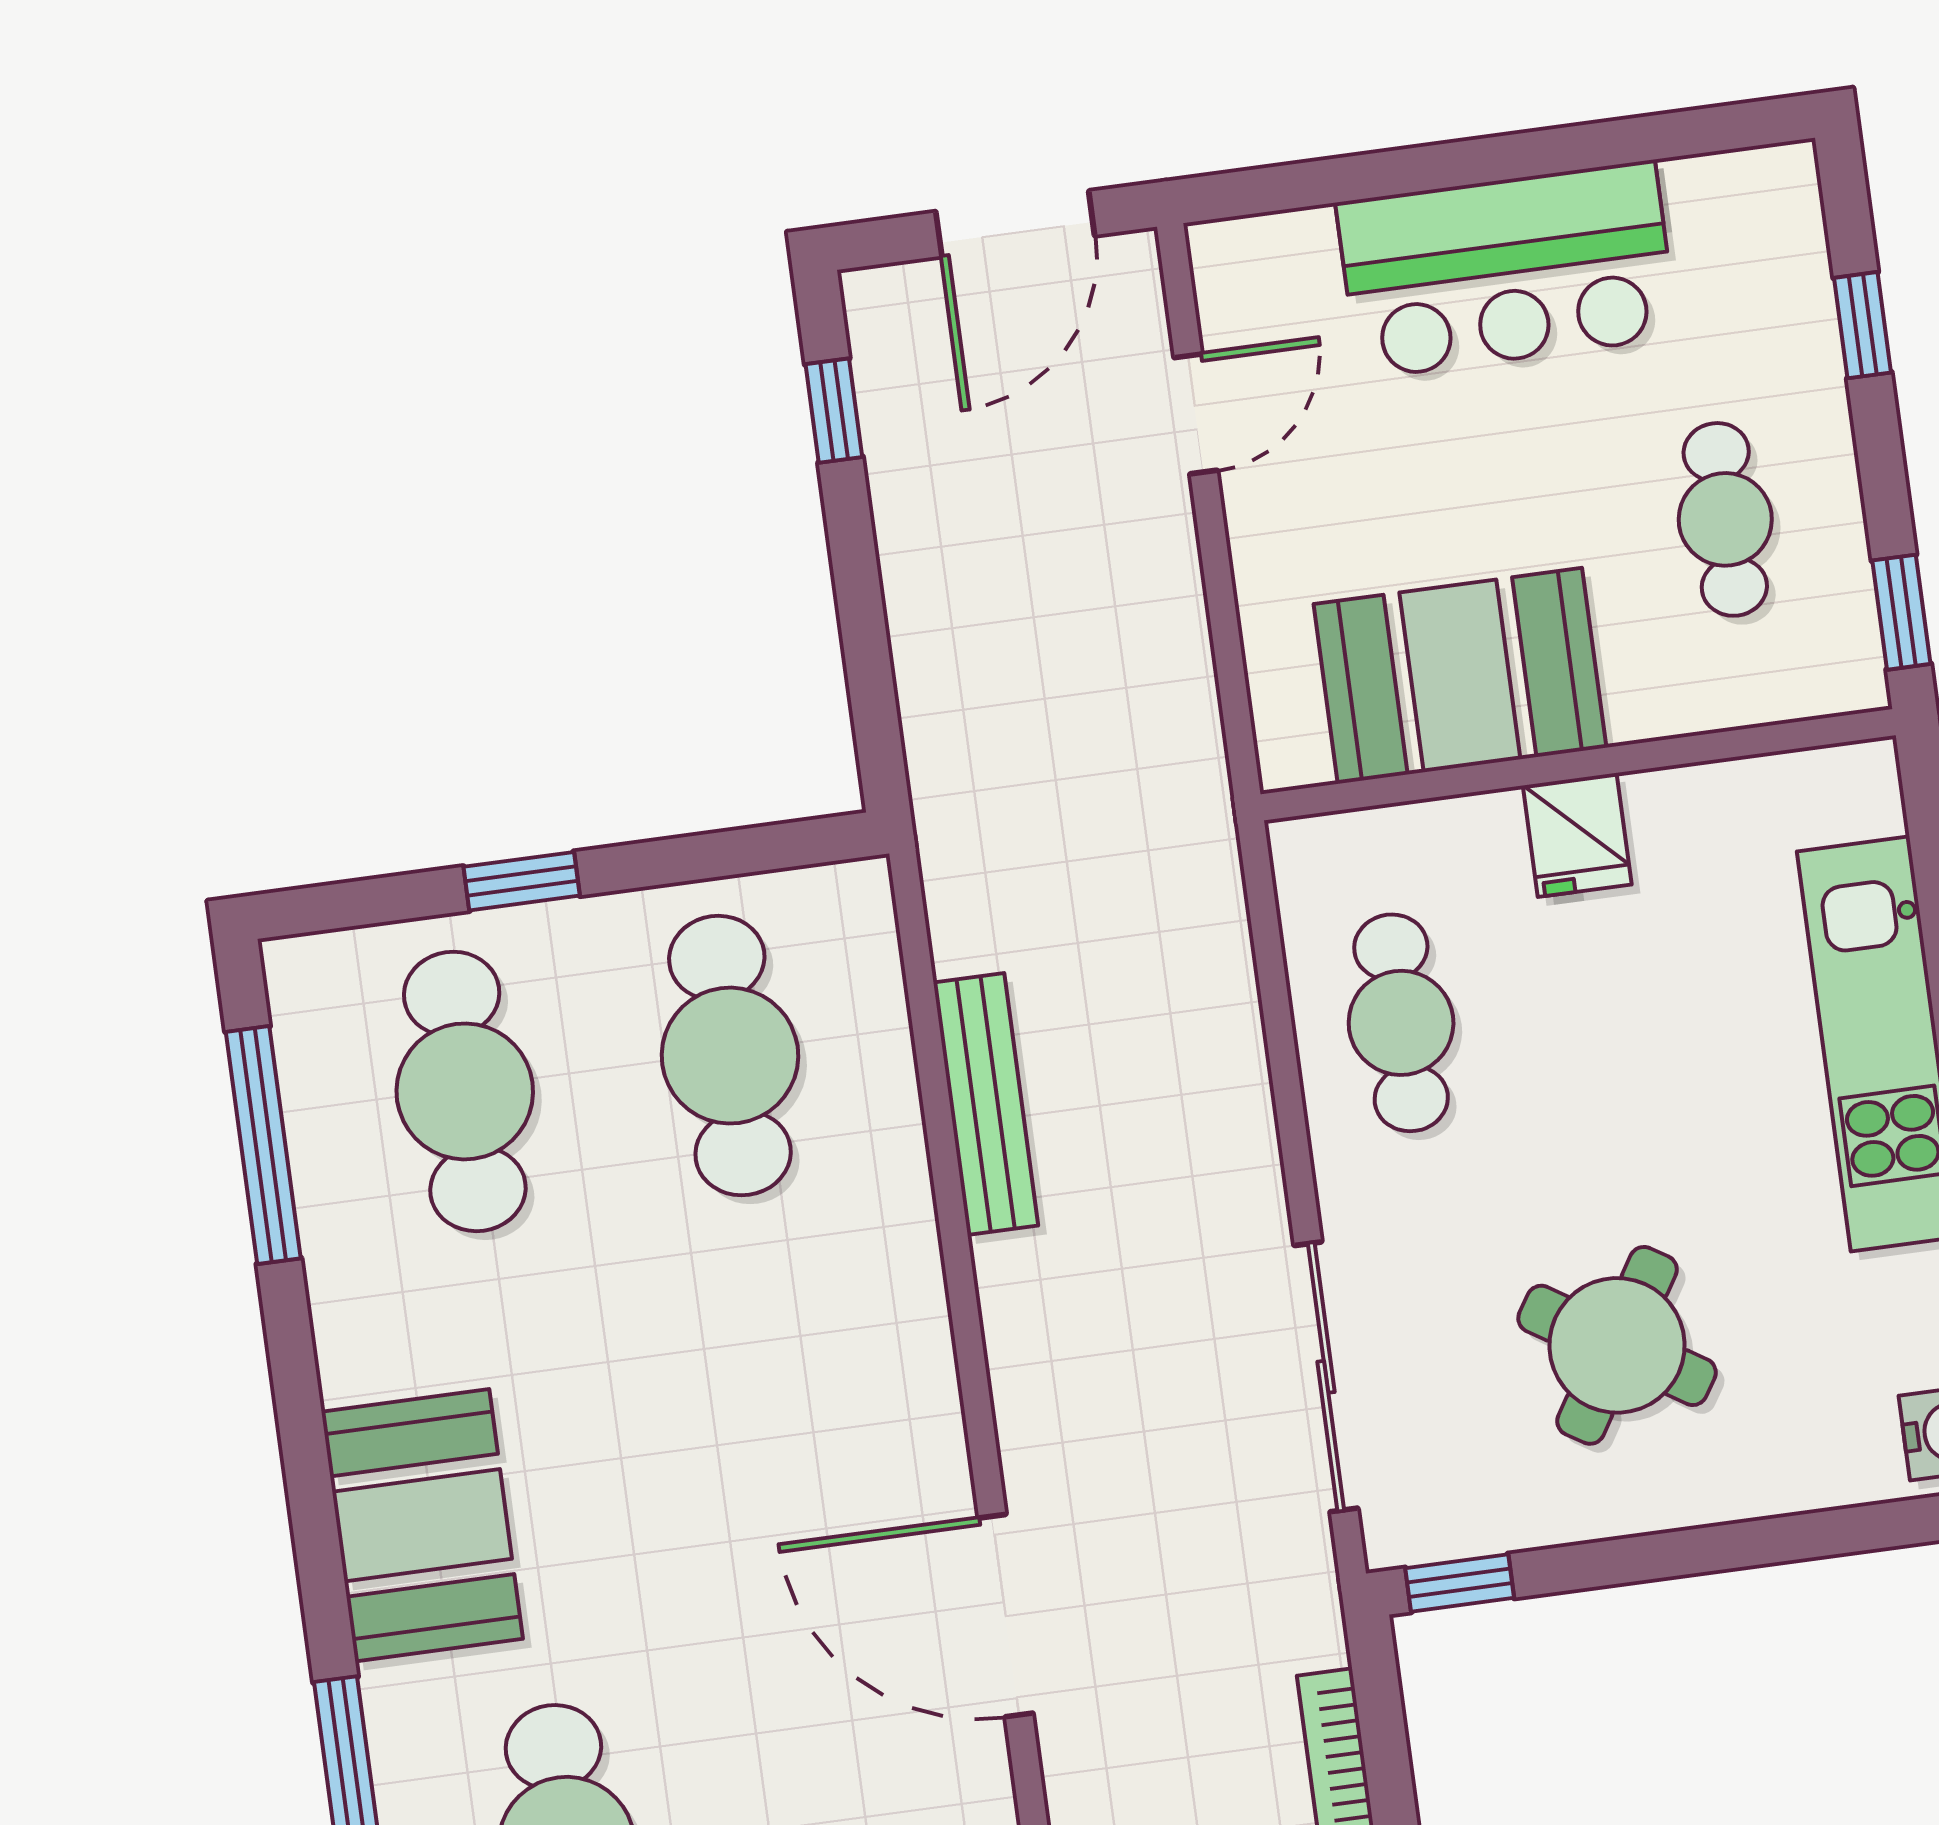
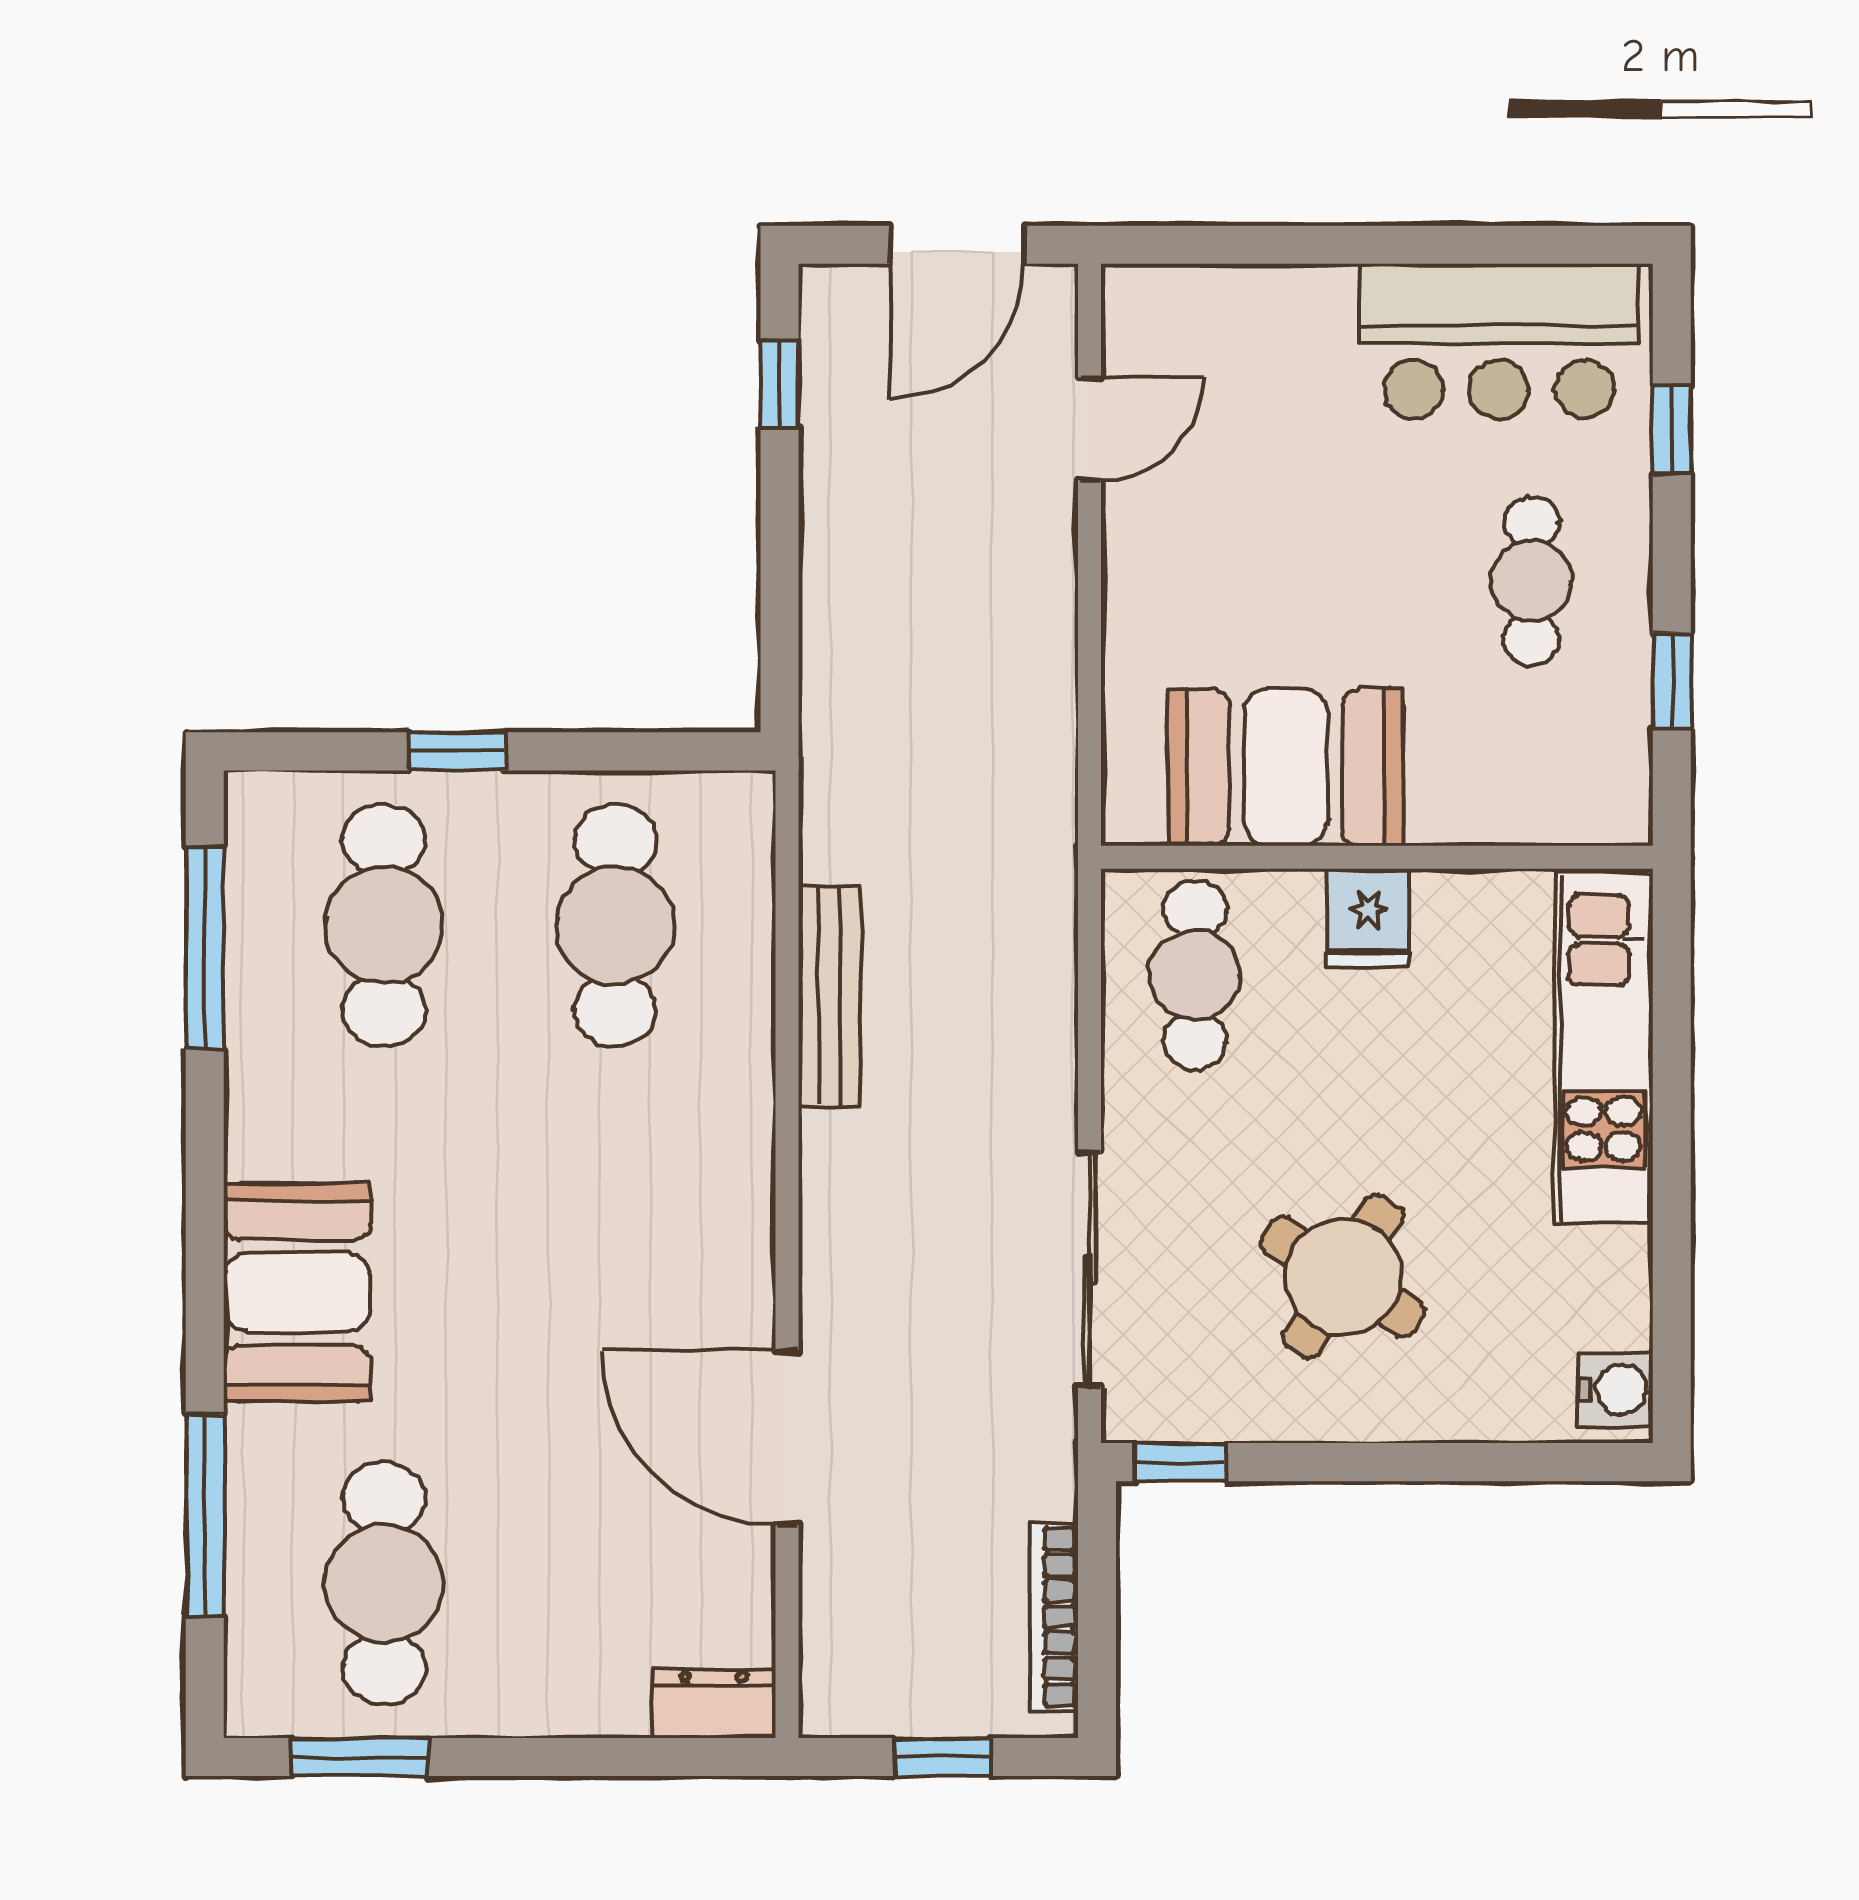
bar counter: (1507, 270) -> (1499, 341), moved
booth: (1460, 676) -> (1286, 767), moved
wall: (1578, 765) -> (1377, 857), moved
fridge: (1577, 835) -> (1368, 917), moved

